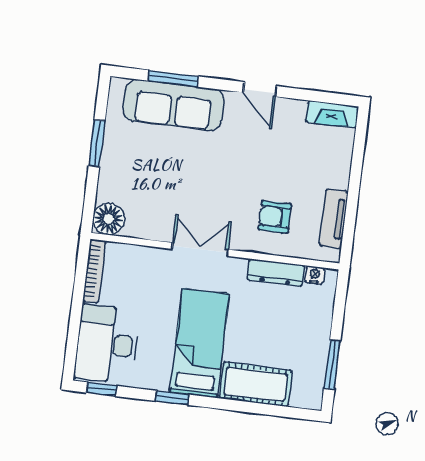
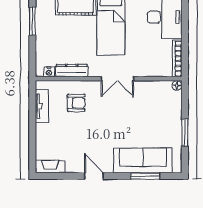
floor lamp: (109, 219) -> (177, 85), width x0.53, depth x0.53

